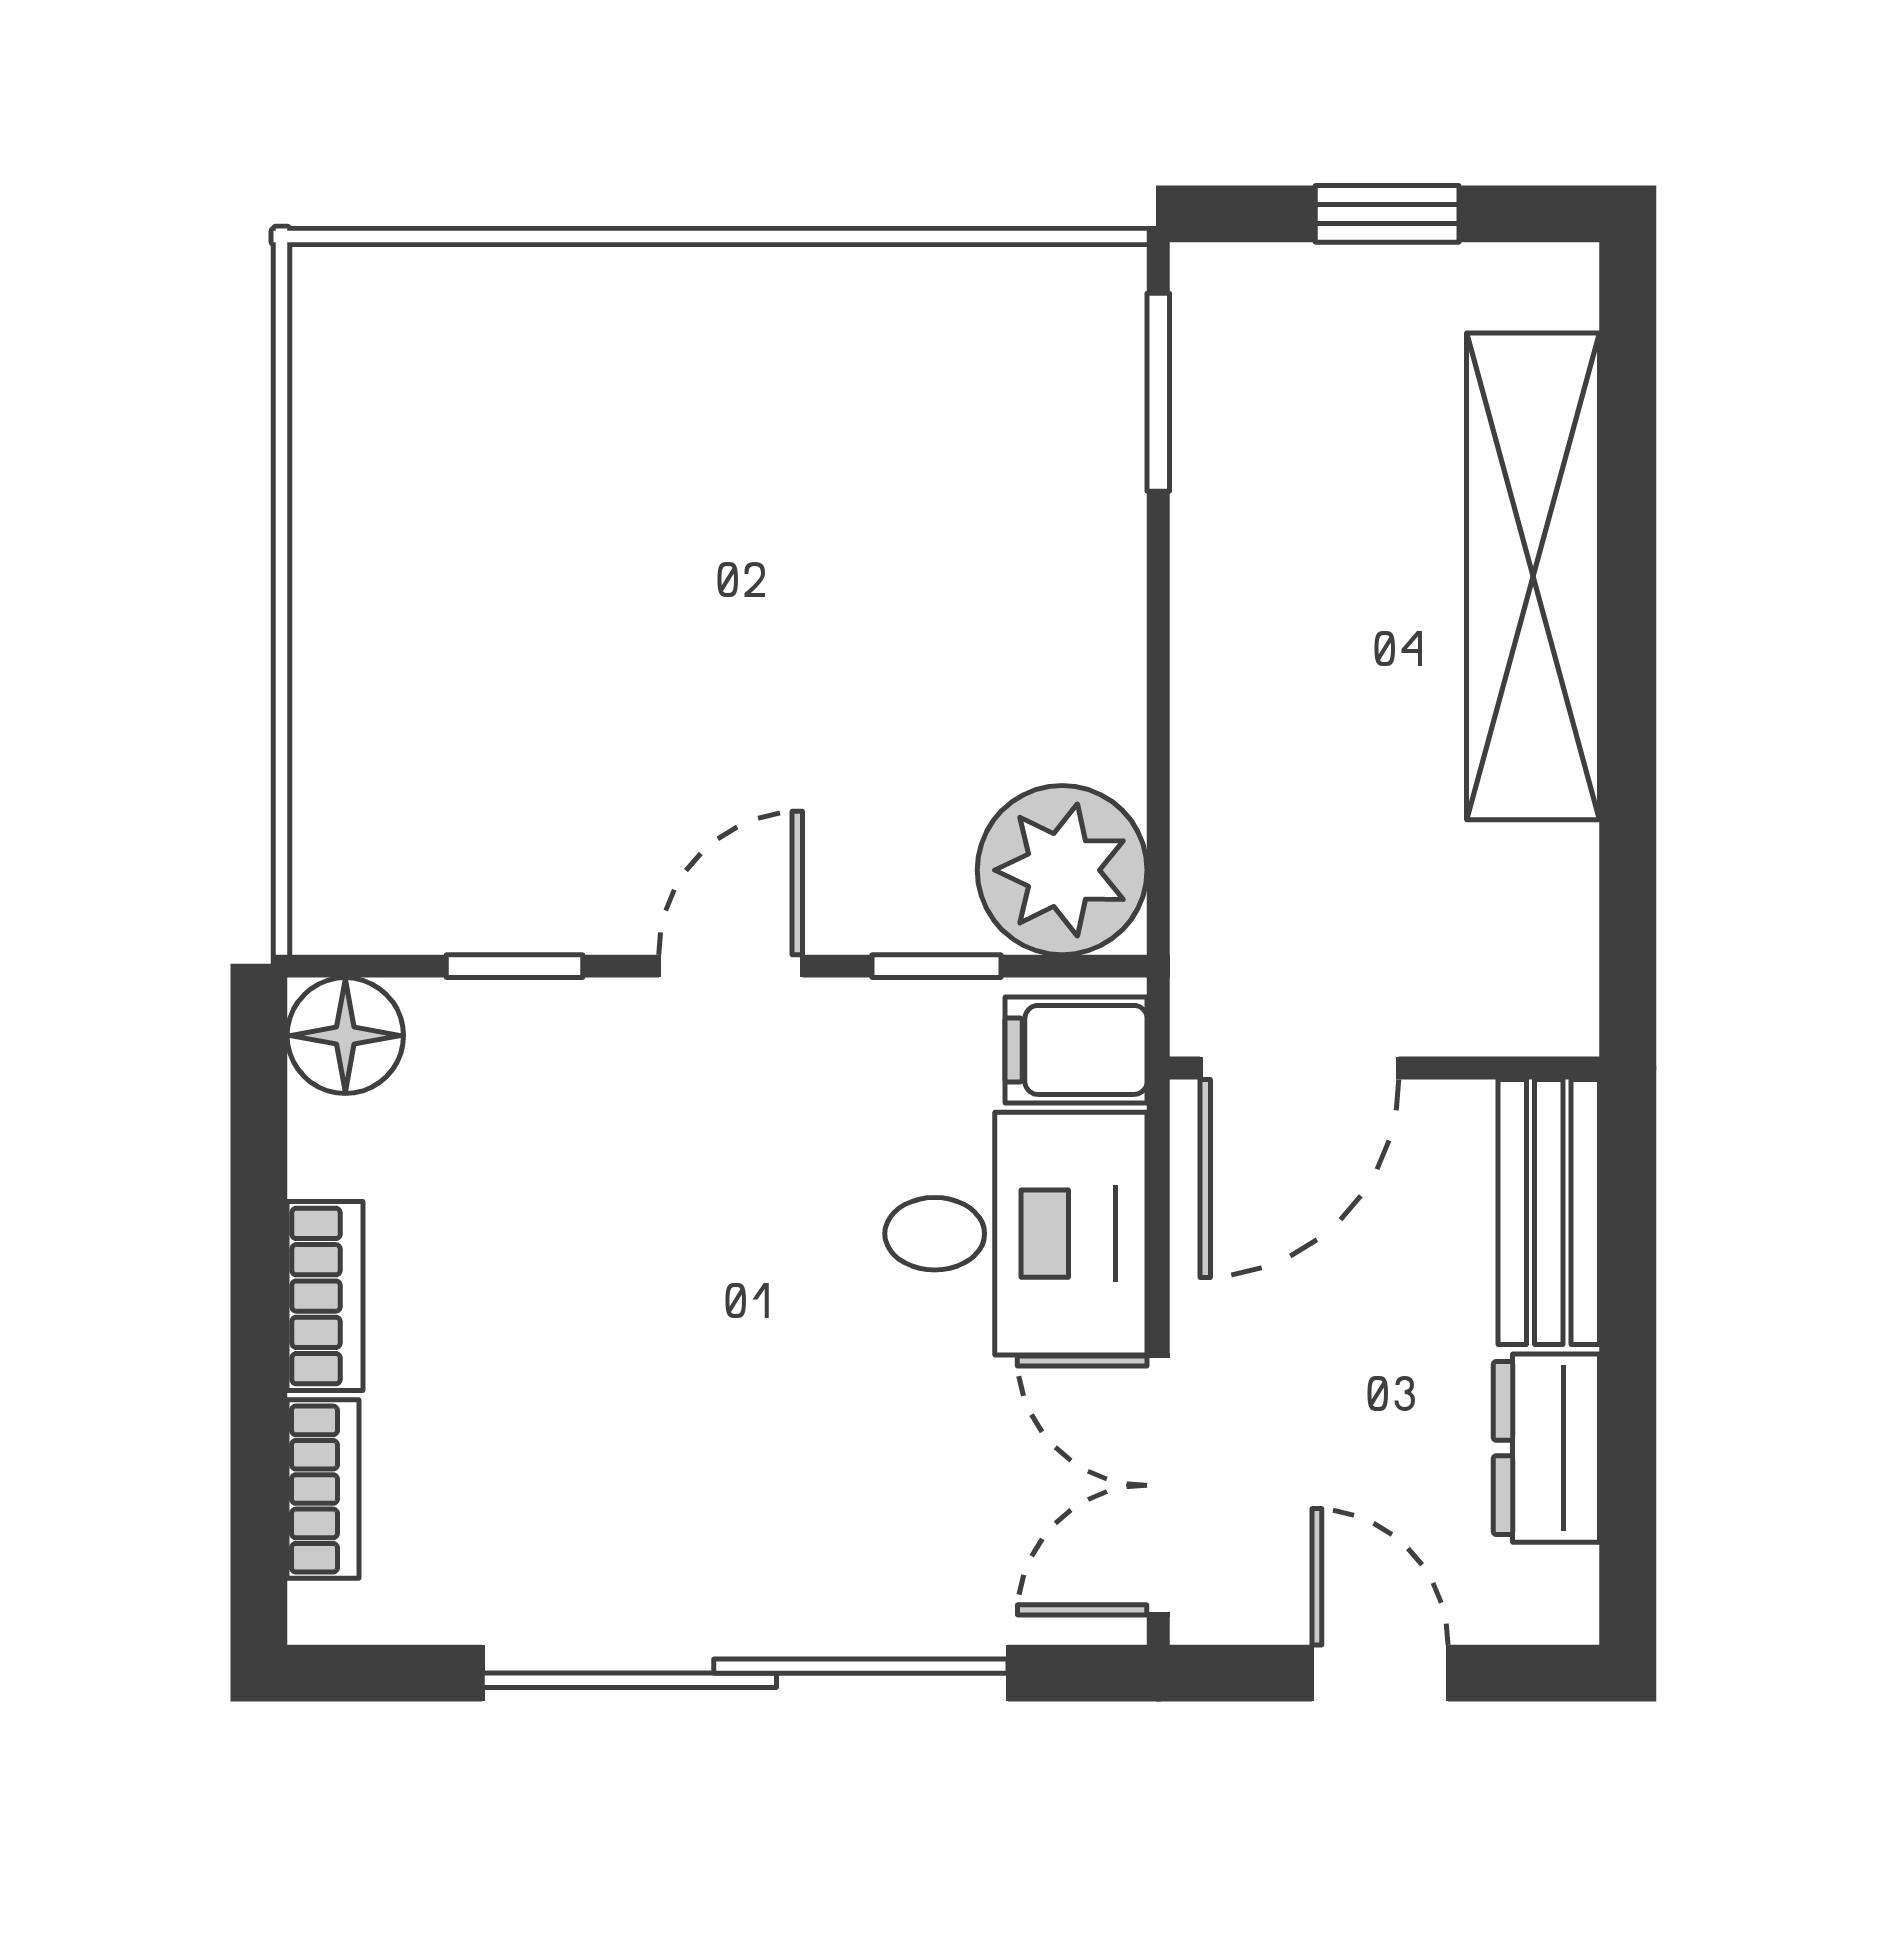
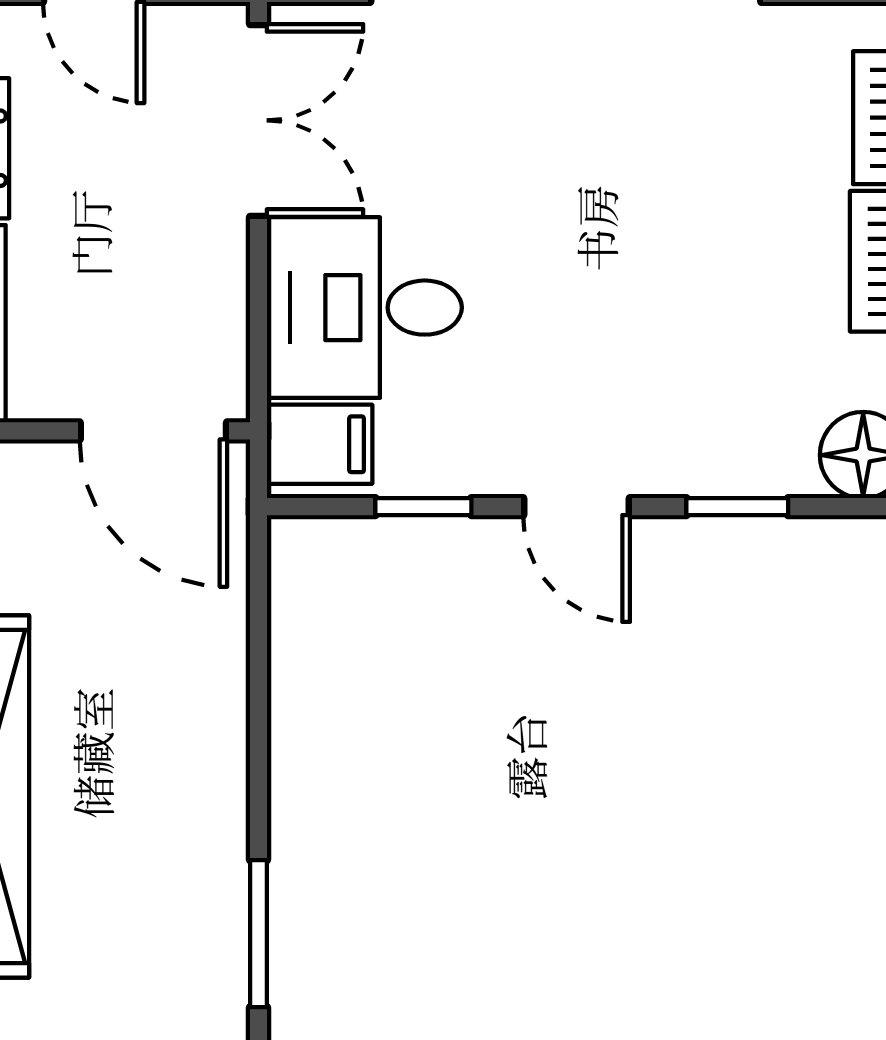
plant: (1062, 870) -> (330, 578), removed
door: (731, 966) -> (577, 507), hinge flipped
door: (1299, 1068) -> (153, 431), swing flipped

